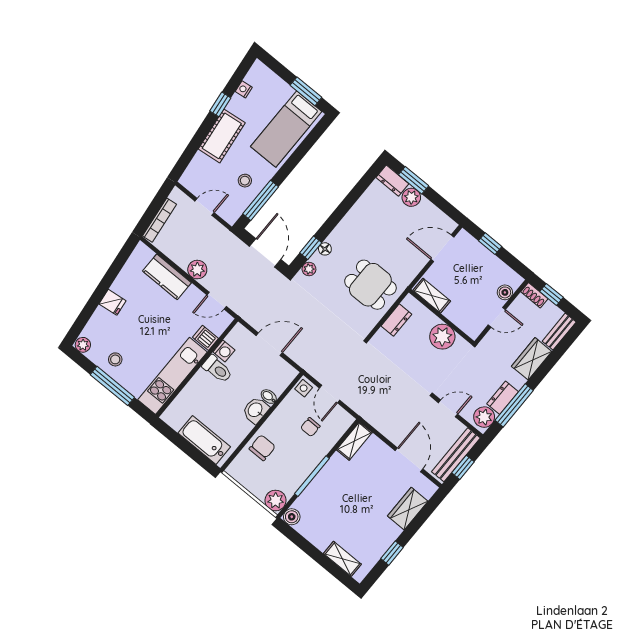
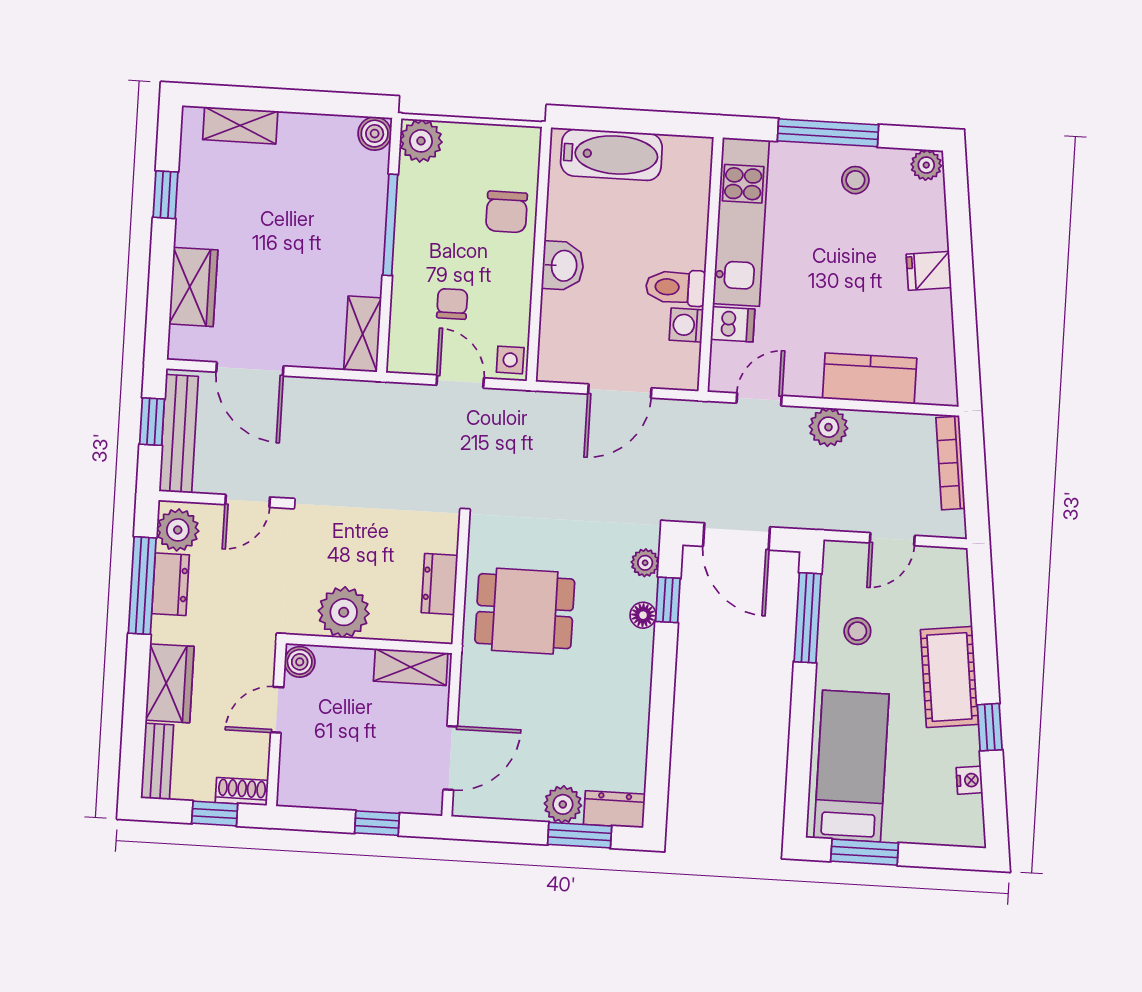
boiler: (505, 292) -> (300, 662), moved
bidet: (269, 397) -> (558, 304), removed

